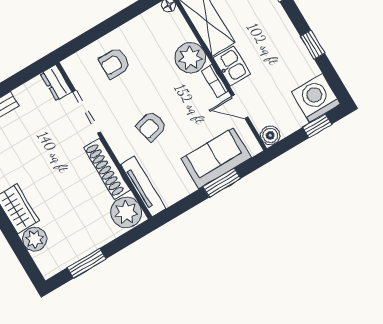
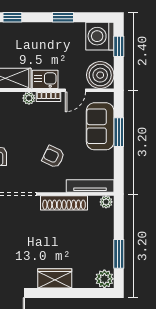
plant: (190, 58) -> (29, 98), width x0.53, depth x0.53
armchair: (151, 126) -> (53, 157), turned 130
boiler: (270, 135) -> (100, 75), width x1.86, depth x1.86
plant: (126, 212) -> (106, 202), width x0.53, depth x0.53
plant: (35, 239) -> (104, 279), moved

